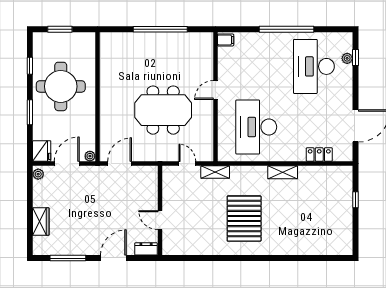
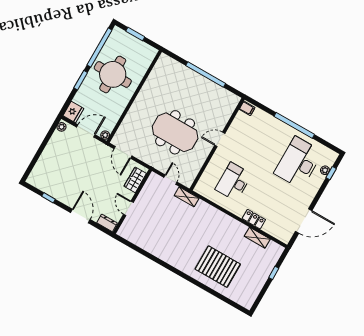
window: (30, 66) -> (99, 47), width x3.17
desk: (256, 127) -> (234, 182), width x0.73, depth x0.77
locker: (319, 154) -> (254, 219), moved
door: (120, 164) -> (123, 152), swing flipped
shelving: (283, 172) -> (257, 238), moved
pallet: (244, 219) -> (218, 267), moved, turned 90
wardrobe: (41, 222) -> (135, 180), moved, turned 180
window: (68, 258) -> (49, 198), width x0.46
door: (113, 258) -> (80, 216), hinge flipped

